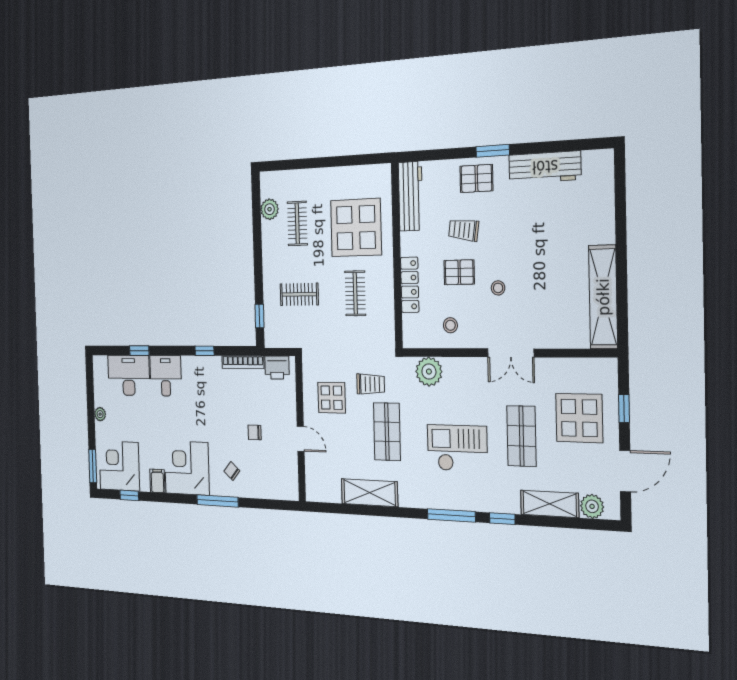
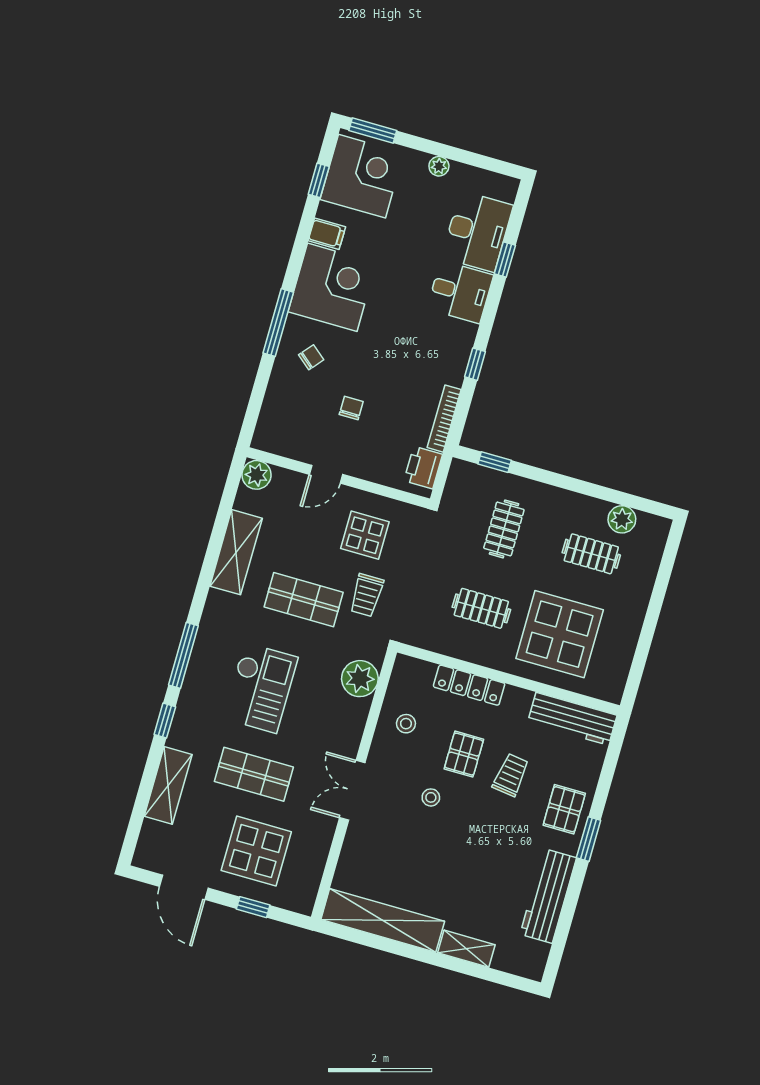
shelving: (605, 220) -> (466, 949), added
plant: (592, 506) -> (256, 475), moved

